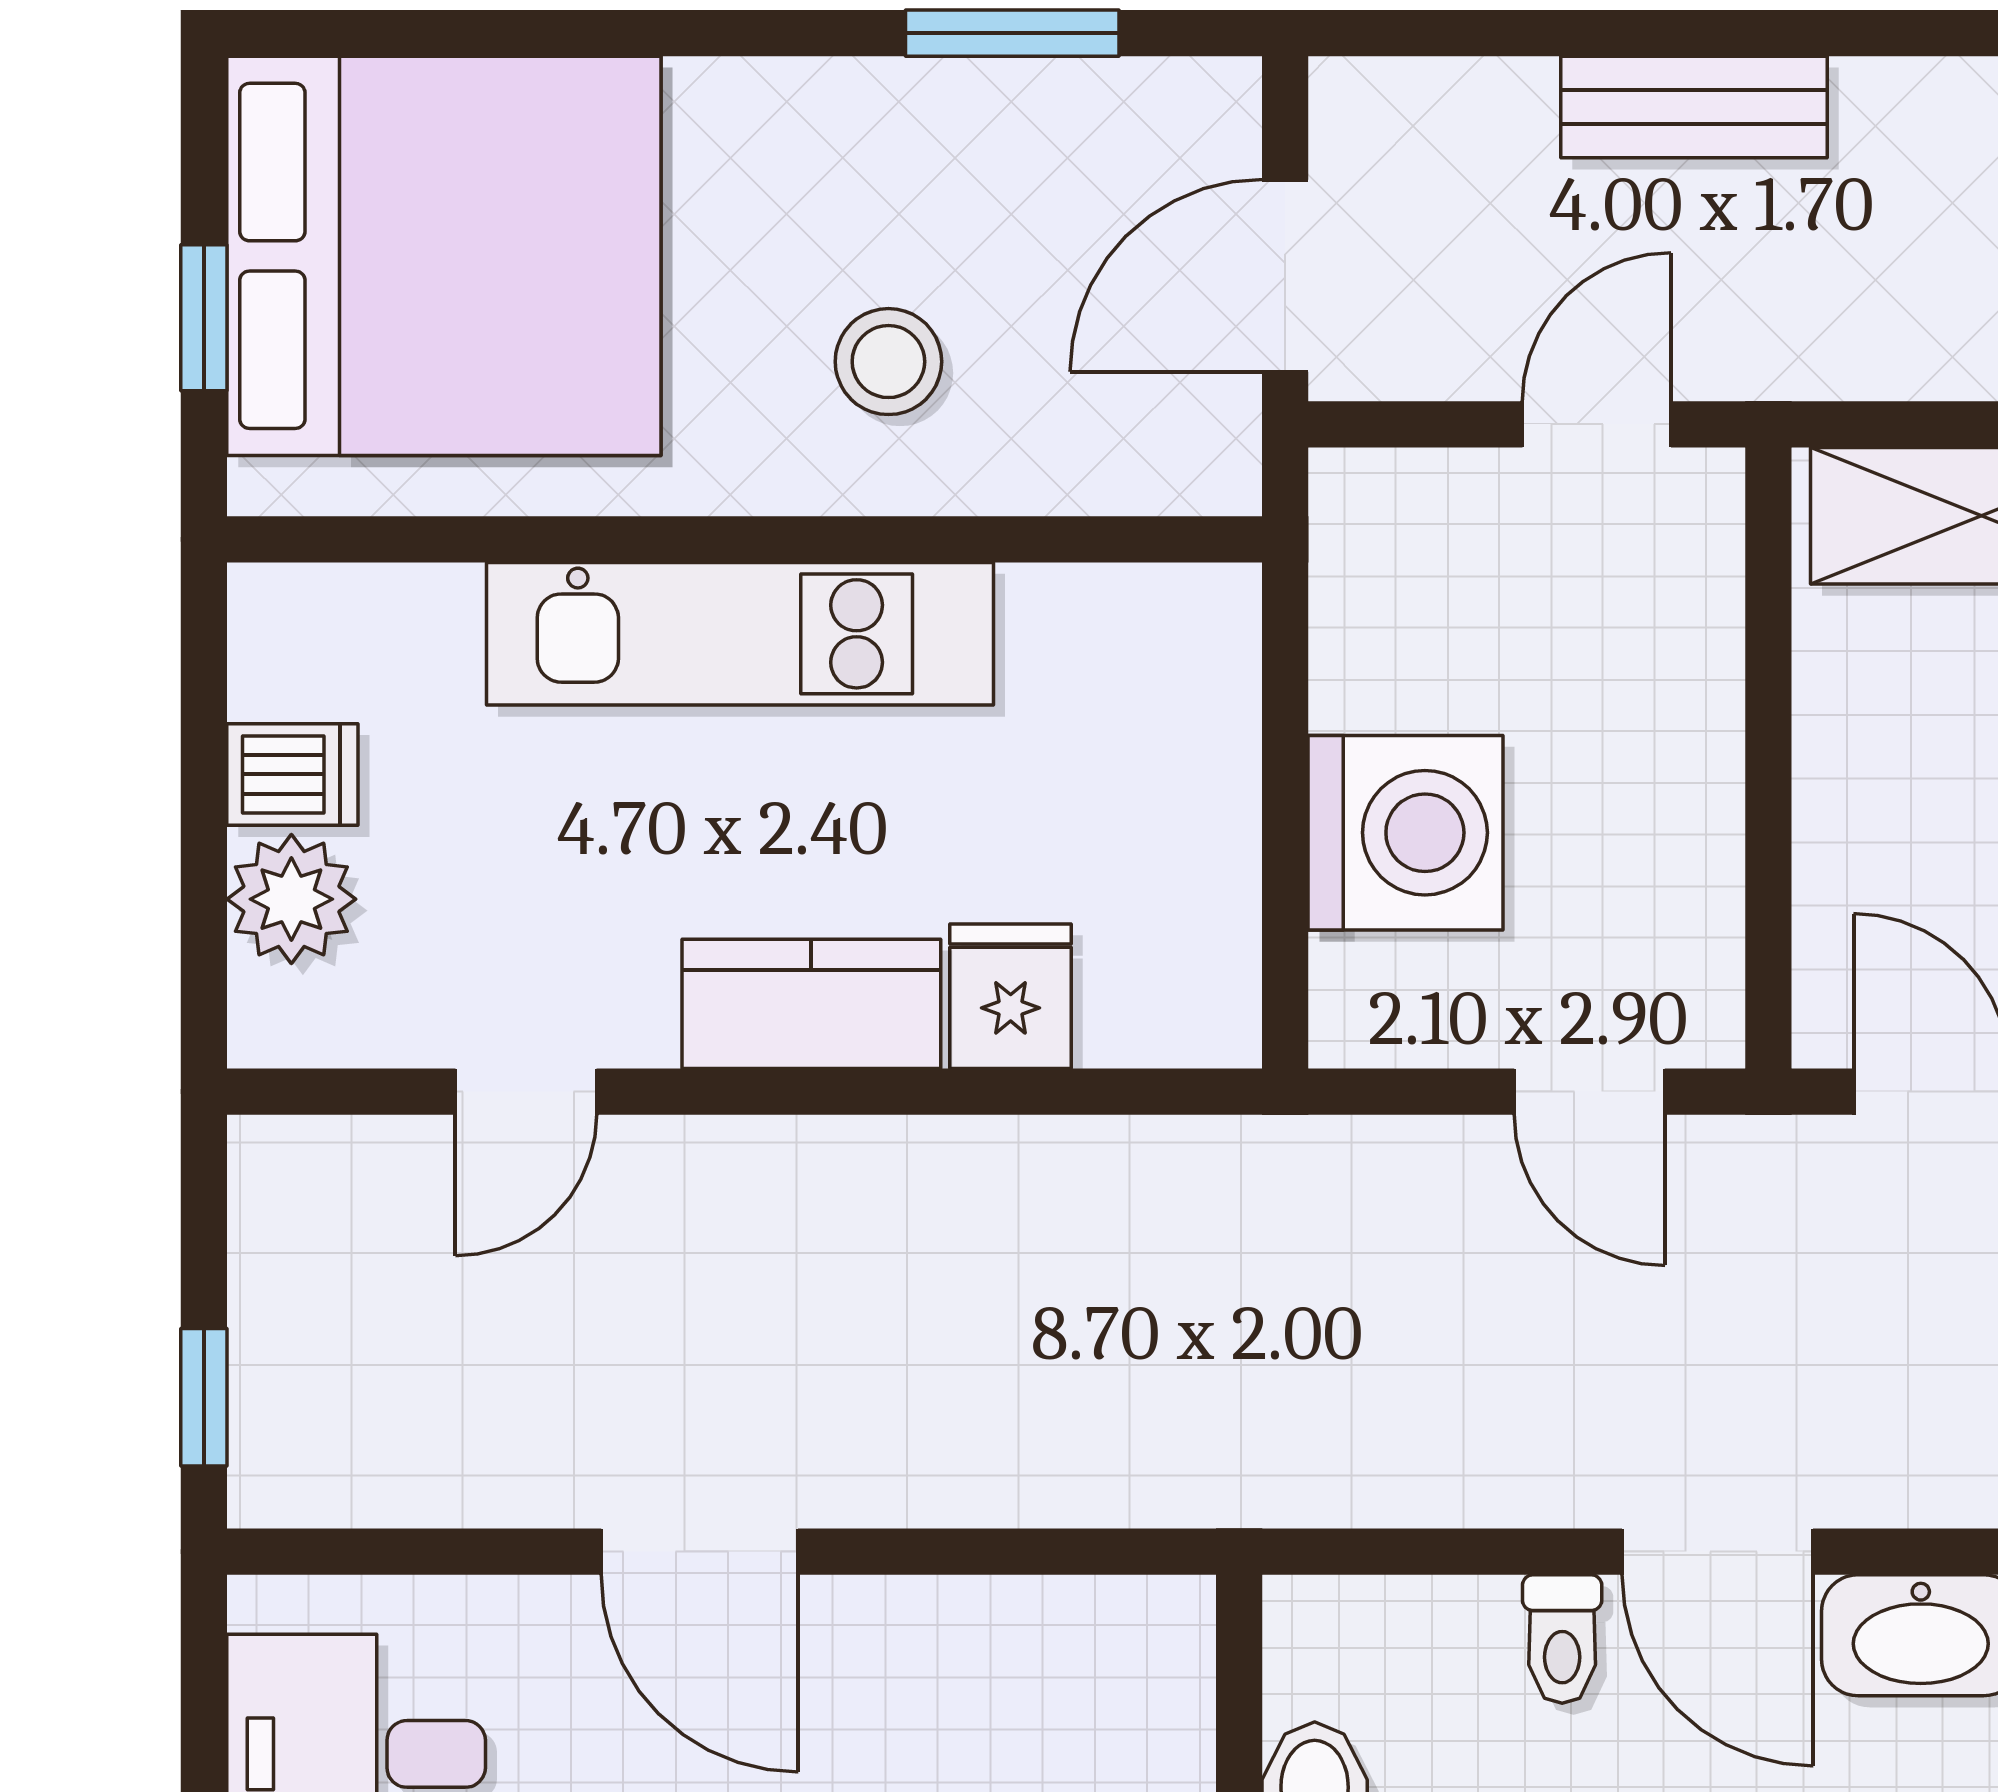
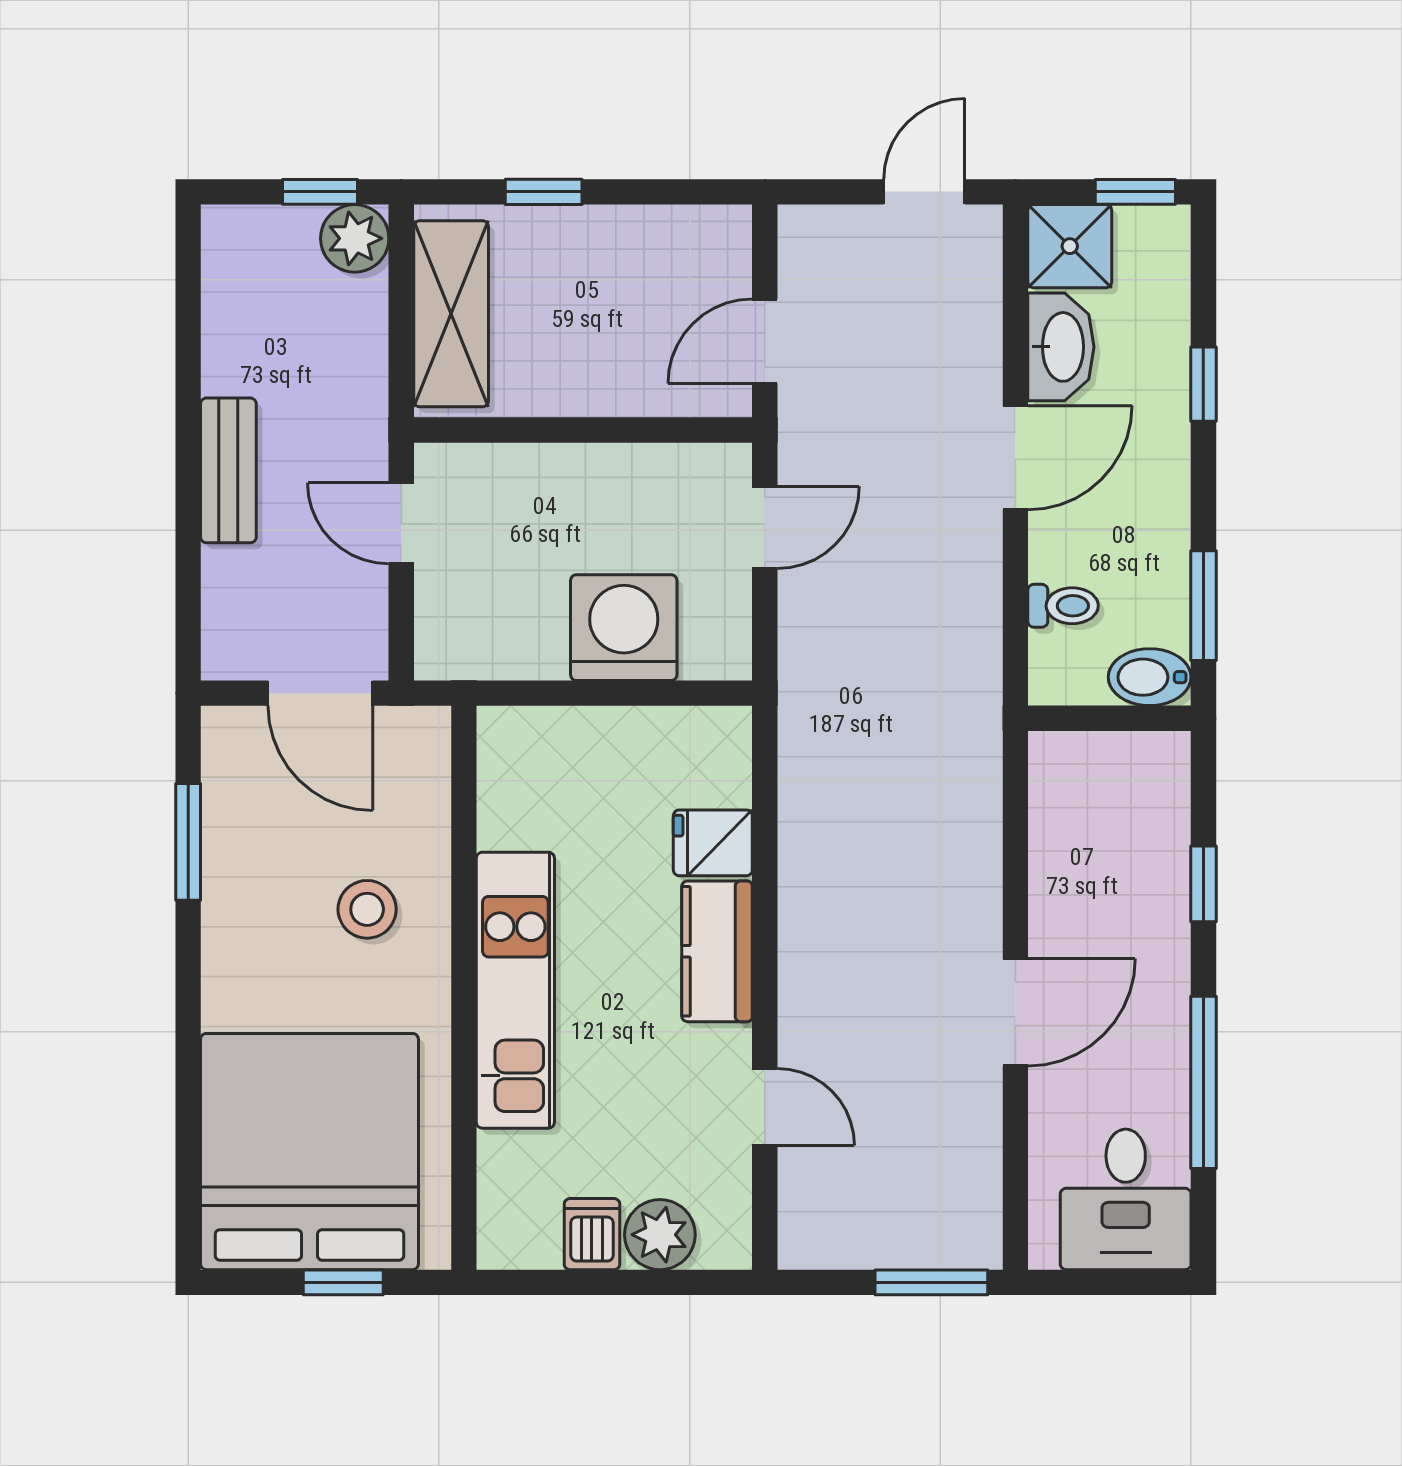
window: (204, 1397) -> (931, 1282), width x1.50
toilet: (1562, 1639) -> (1063, 606), moved

